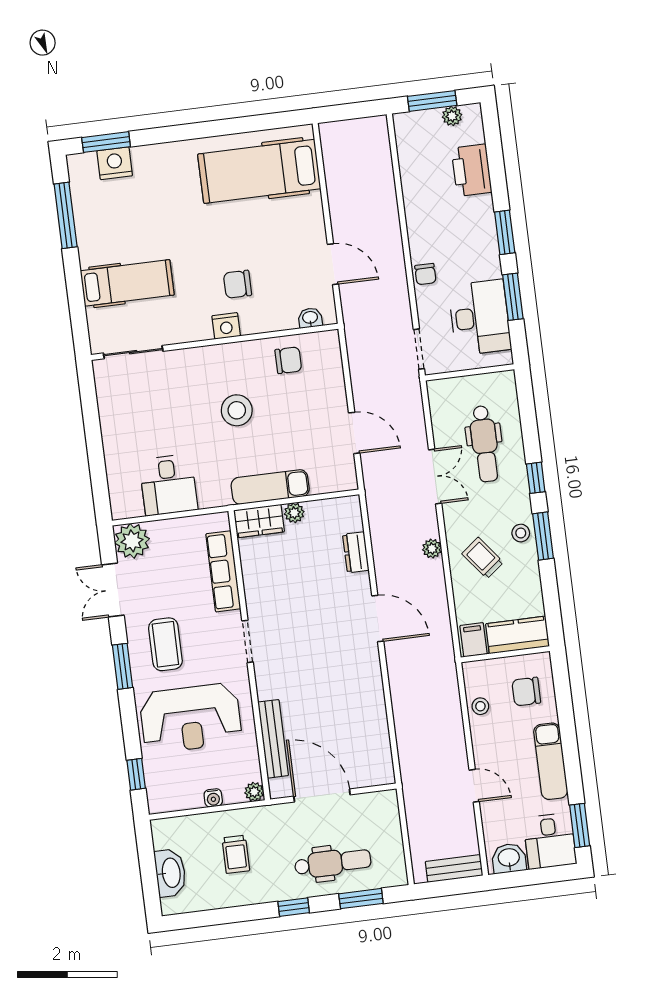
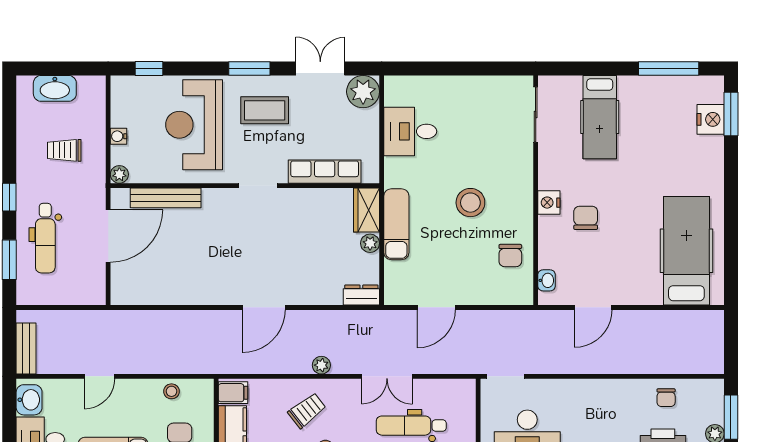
chair: (425, 274) -> (666, 398), moved, turned -90
dresser: (356, 552) -> (361, 295), moved

